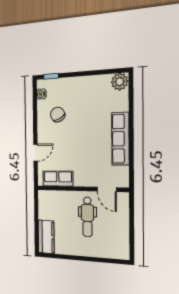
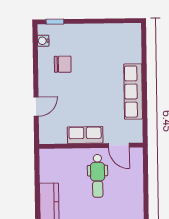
plant: (120, 82) -> (132, 32), removed
chair: (58, 115) -> (63, 64), turned 117
row of seats: (58, 179) -> (85, 135), moved

